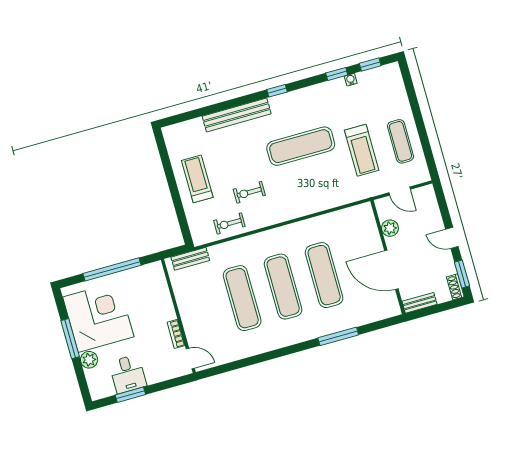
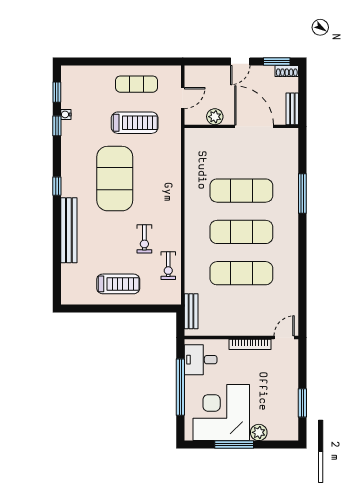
exercise mat: (301, 146) -> (115, 179), width x1.47
treadmill: (197, 179) -> (118, 284), turned 180
door: (391, 270) -> (254, 126), swing flipped
bookcase: (176, 334) -> (250, 344), width x1.56
desk: (128, 374) -> (201, 360), moved, turned 180

